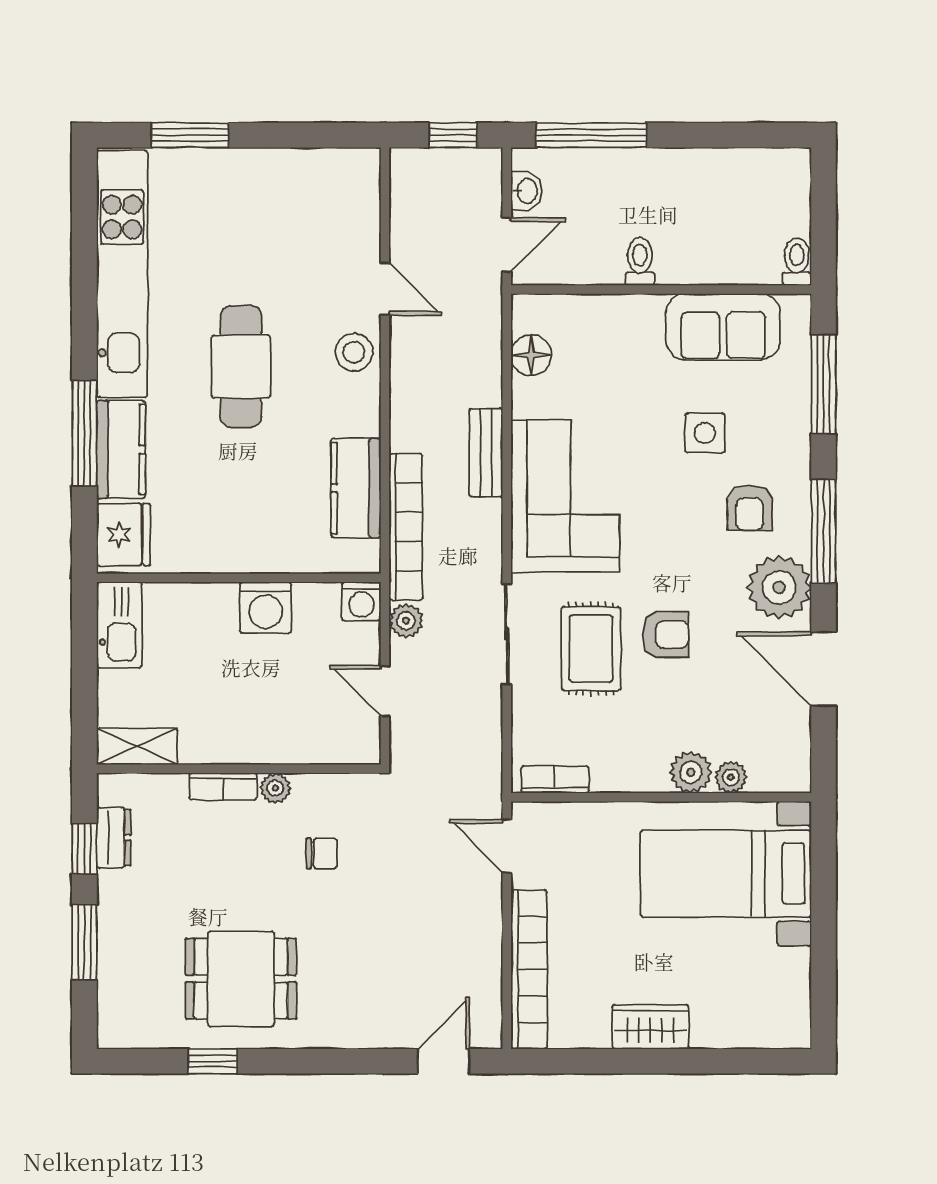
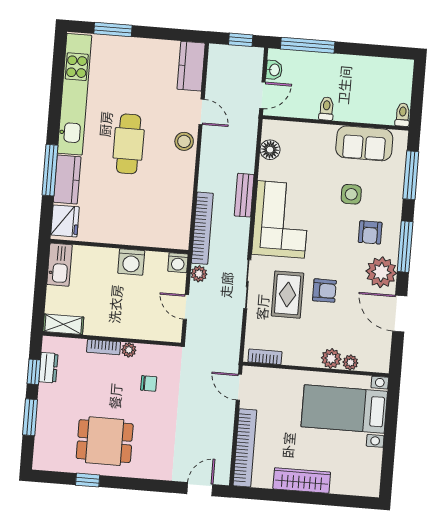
kitchen counter: (356, 488) -> (191, 66), moved
wardrobe: (651, 1027) -> (302, 480), width x1.50

